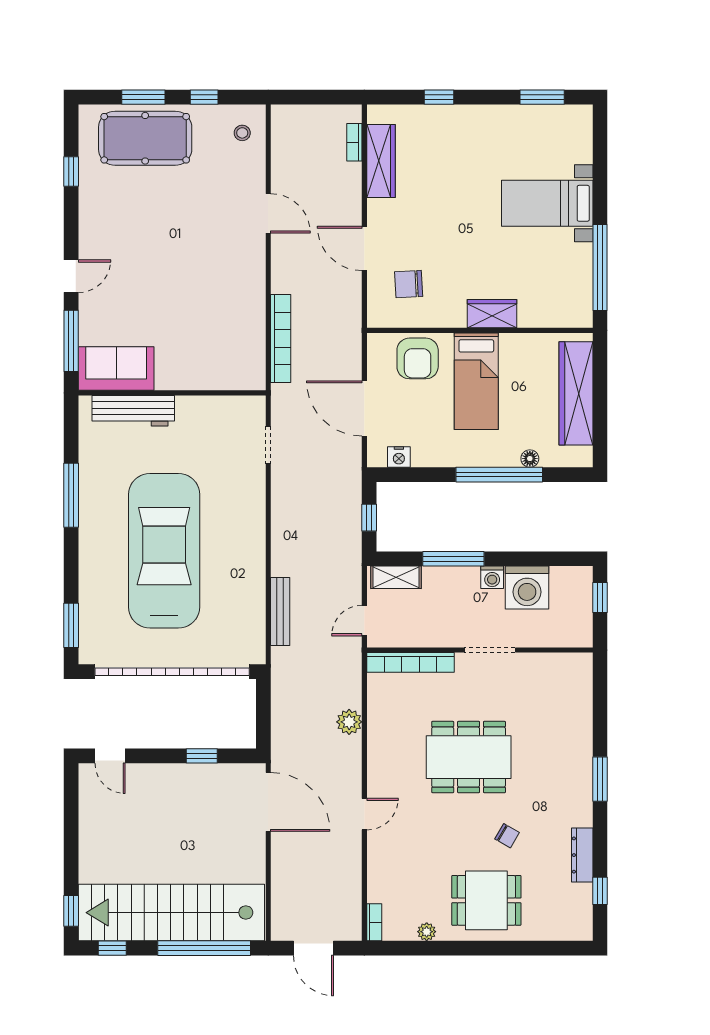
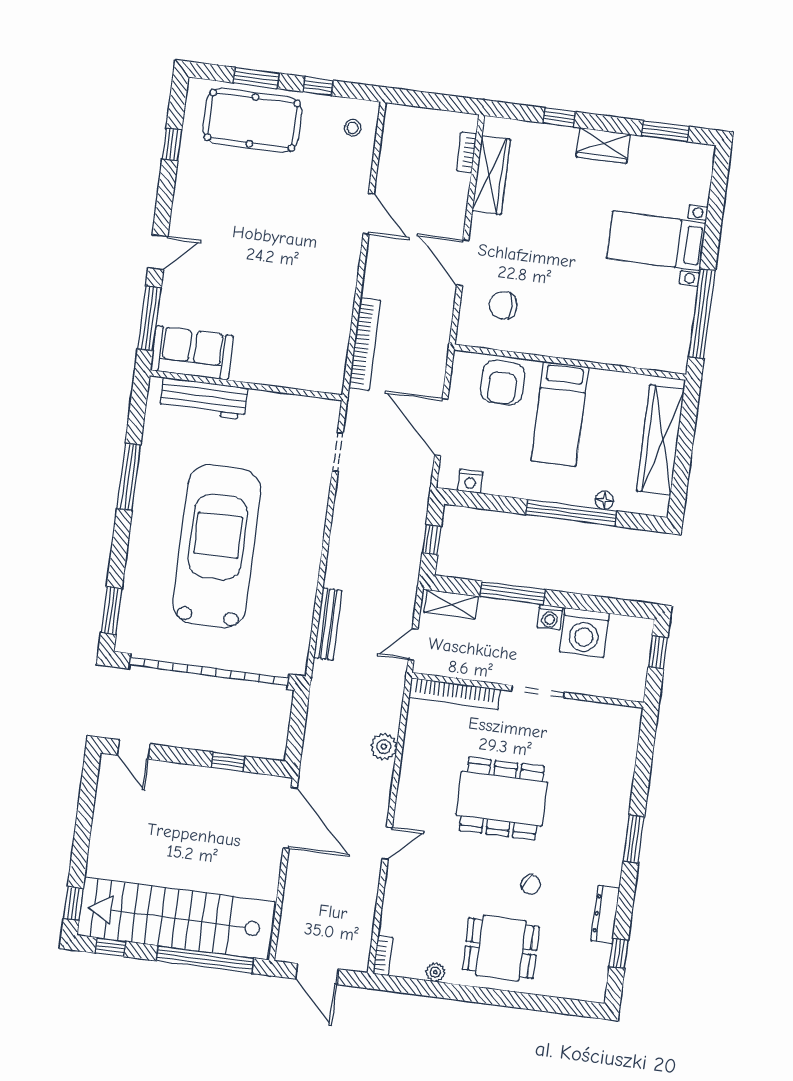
wardrobe: (492, 314) -> (603, 146), moved, turned 180

